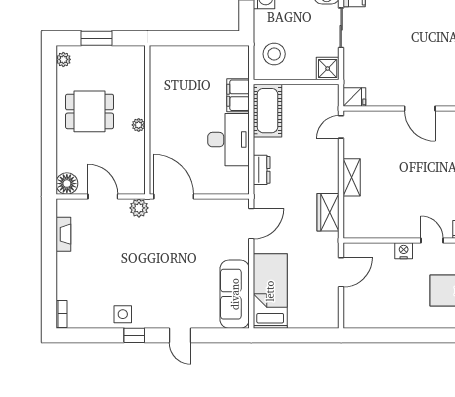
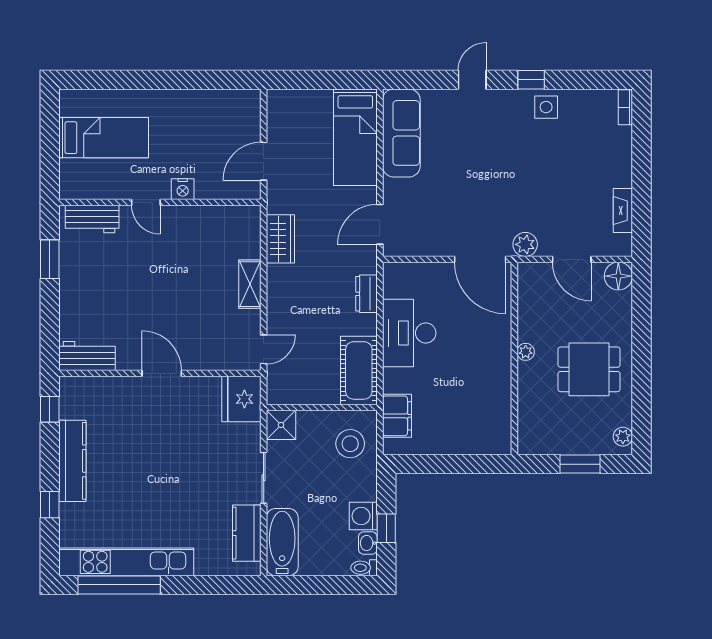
filing cabinet: (238, 95) -> (397, 416), moved
fridge: (354, 97) -> (241, 399), width x1.88, depth x1.34
door: (180, 335) -> (472, 80), hinge flipped

